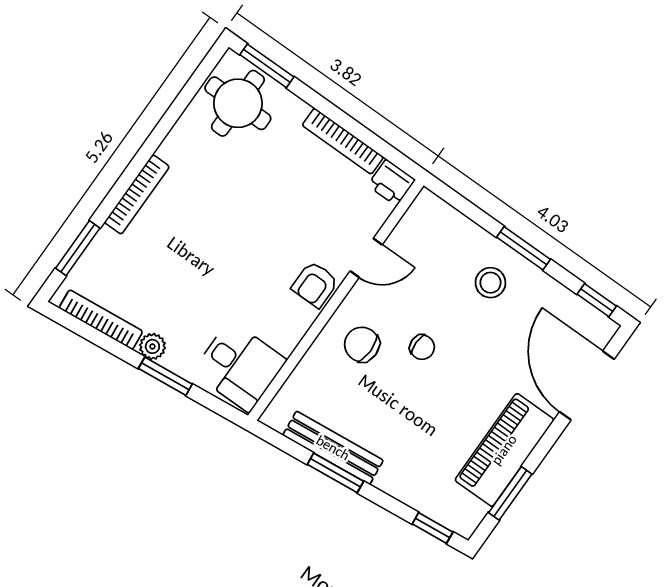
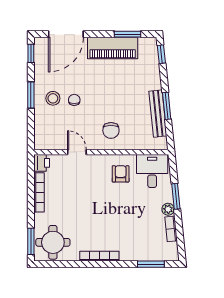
bookcase: (137, 194) -> (99, 256), moved
armchair: (315, 284) -> (121, 174), moved, turned -90
bookcase: (101, 320) -> (171, 229), width x0.64
chair: (422, 347) -> (74, 100), moved

